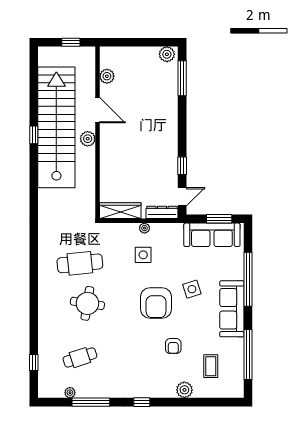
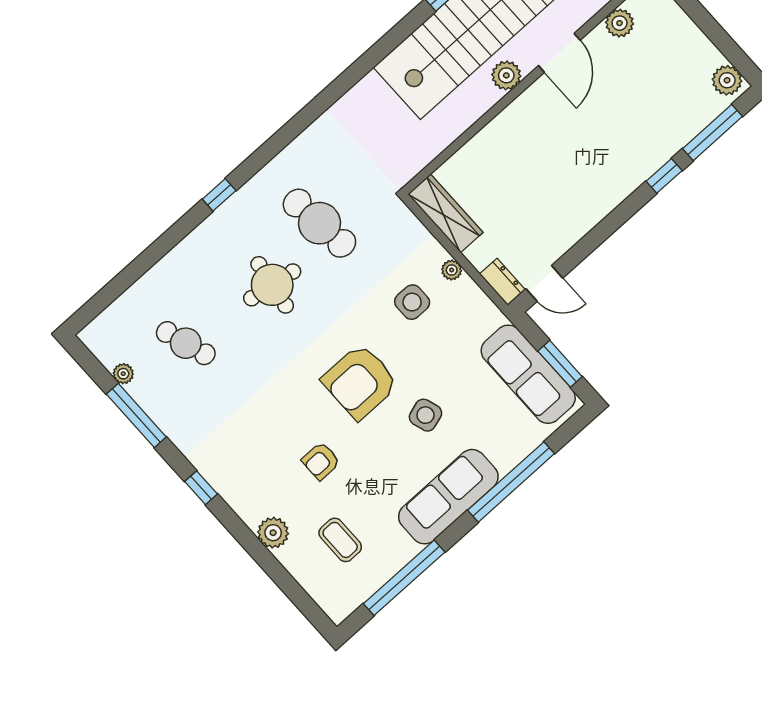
window: (182, 166) -> (664, 176), moved
dresser: (162, 212) -> (502, 282), width x0.70
window: (34, 362) -> (219, 195), moved
coffee table: (211, 366) -> (340, 540), turned 90

